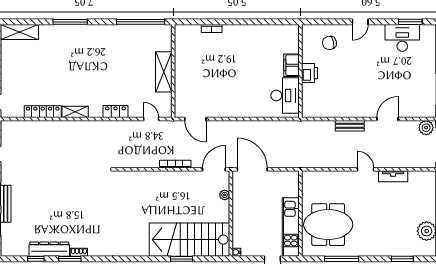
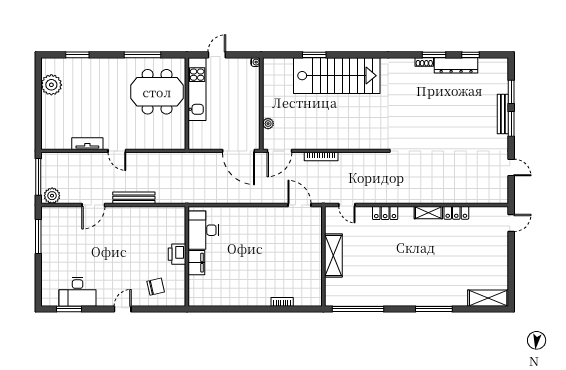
locker: (43, 112) -> (456, 213), width x0.66
bench: (350, 126) -> (134, 198), width x1.36
stairs: (189, 240) -> (337, 76), moved

